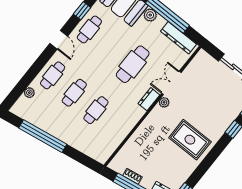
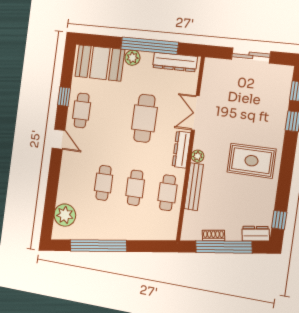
cafe table: (53, 75) -> (168, 193), moved
plant: (29, 93) -> (65, 215), width x1.87, depth x1.87
dresser: (149, 99) -> (181, 150), width x1.44
plant: (164, 102) -> (198, 156), moved
bench: (139, 134) -> (194, 187), added

